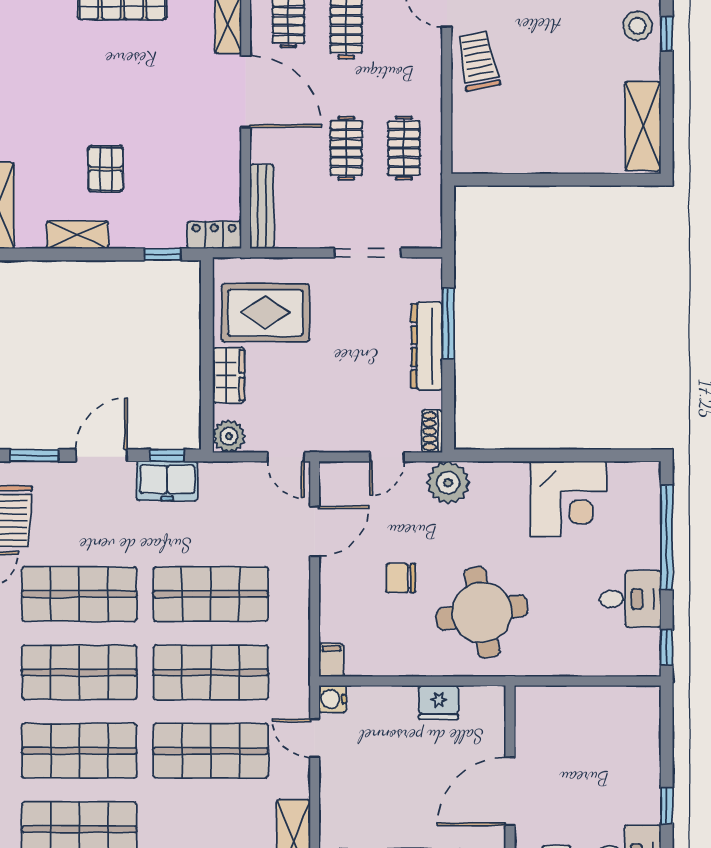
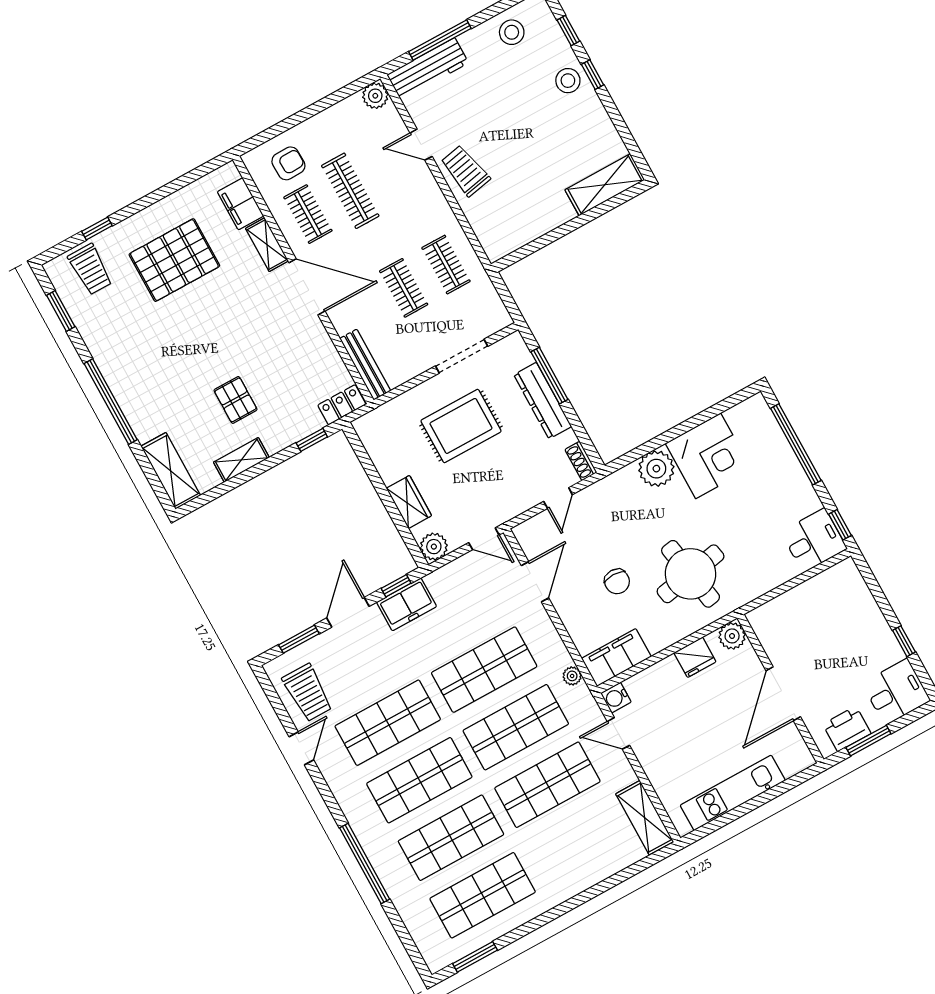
shelving: (643, 126) -> (605, 185), moved, turned 90
rug: (265, 313) -> (461, 426), moved
plant: (448, 483) -> (656, 469), moved
chair: (401, 578) -> (617, 581), turned -90
desk: (630, 599) -> (814, 540), moved
plant: (299, 651) -> (572, 676), added
filing cabinet: (331, 660) -> (616, 658), width x3.00, depth x1.17
plant: (490, 701) -> (732, 636), added

